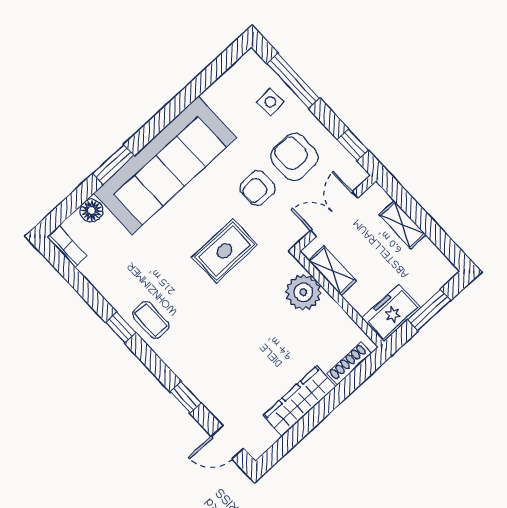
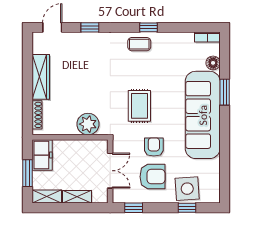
window: (293, 81) -> (187, 208), width x0.46
side table: (270, 102) -> (187, 189), width x1.87, depth x1.87
shelving: (332, 271) -> (47, 197), moved

